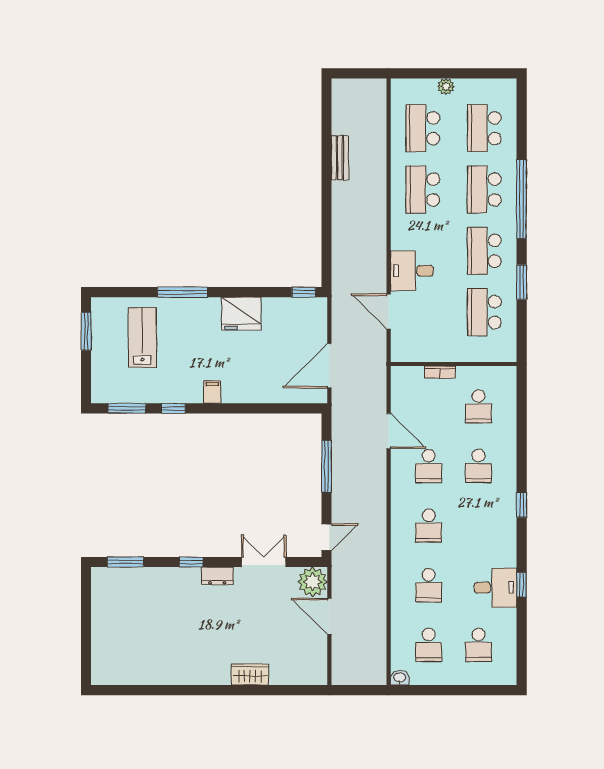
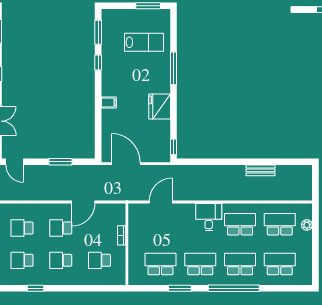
plant: (446, 87) -> (307, 225), moved
desk: (412, 271) -> (209, 217), moved
filing cabinet: (212, 392) -> (109, 103), moved
window: (326, 466) -> (61, 162), width x0.69
school desk: (478, 526) -> (22, 260), added

